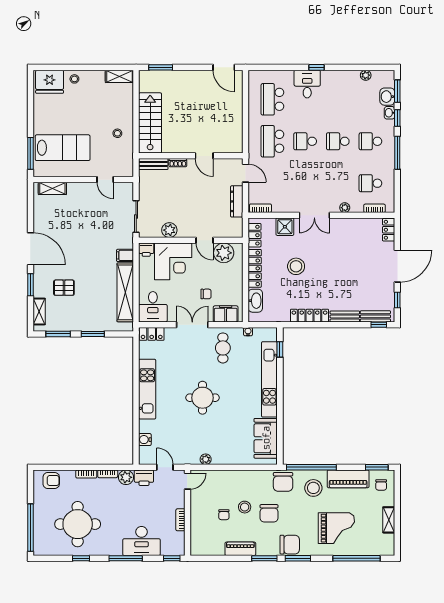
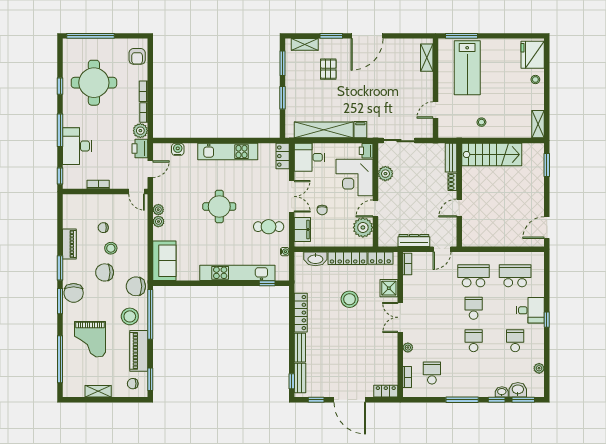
school desk: (370, 141) -> (515, 341), moved
sofa: (266, 438) -> (164, 261), moved, turned 90
plant: (218, 459) -> (158, 222), added

